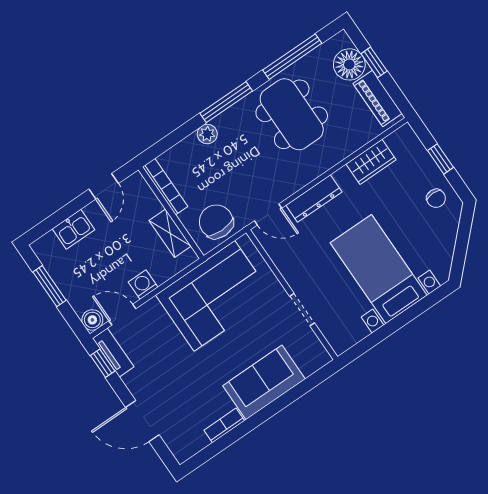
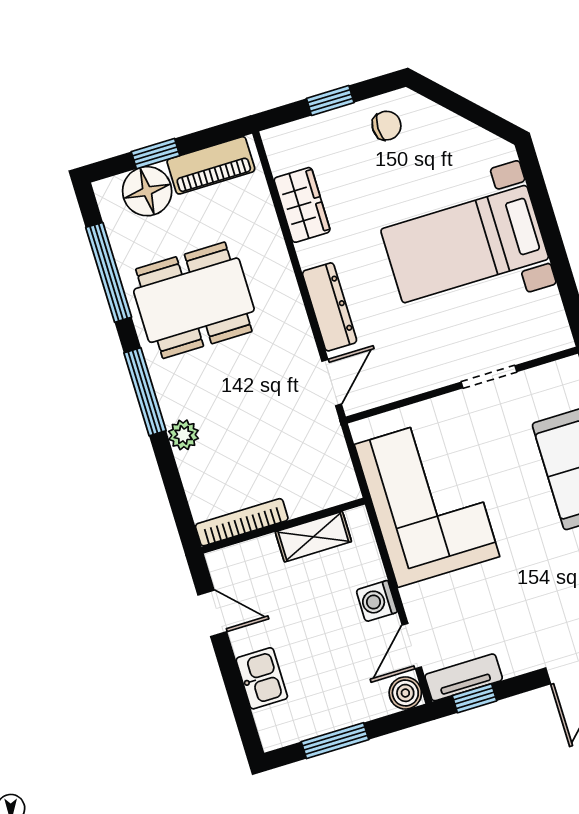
chair: (216, 222) -> (318, 463), removed

